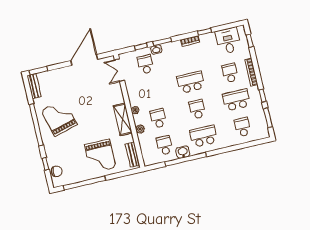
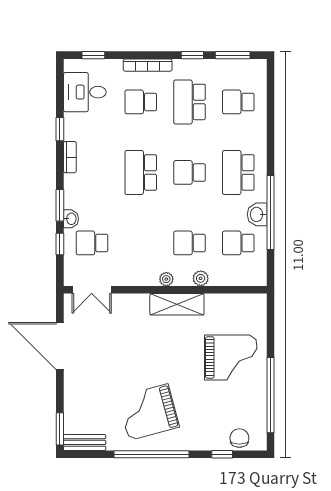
bench: (132, 155) -> (241, 302), removed

